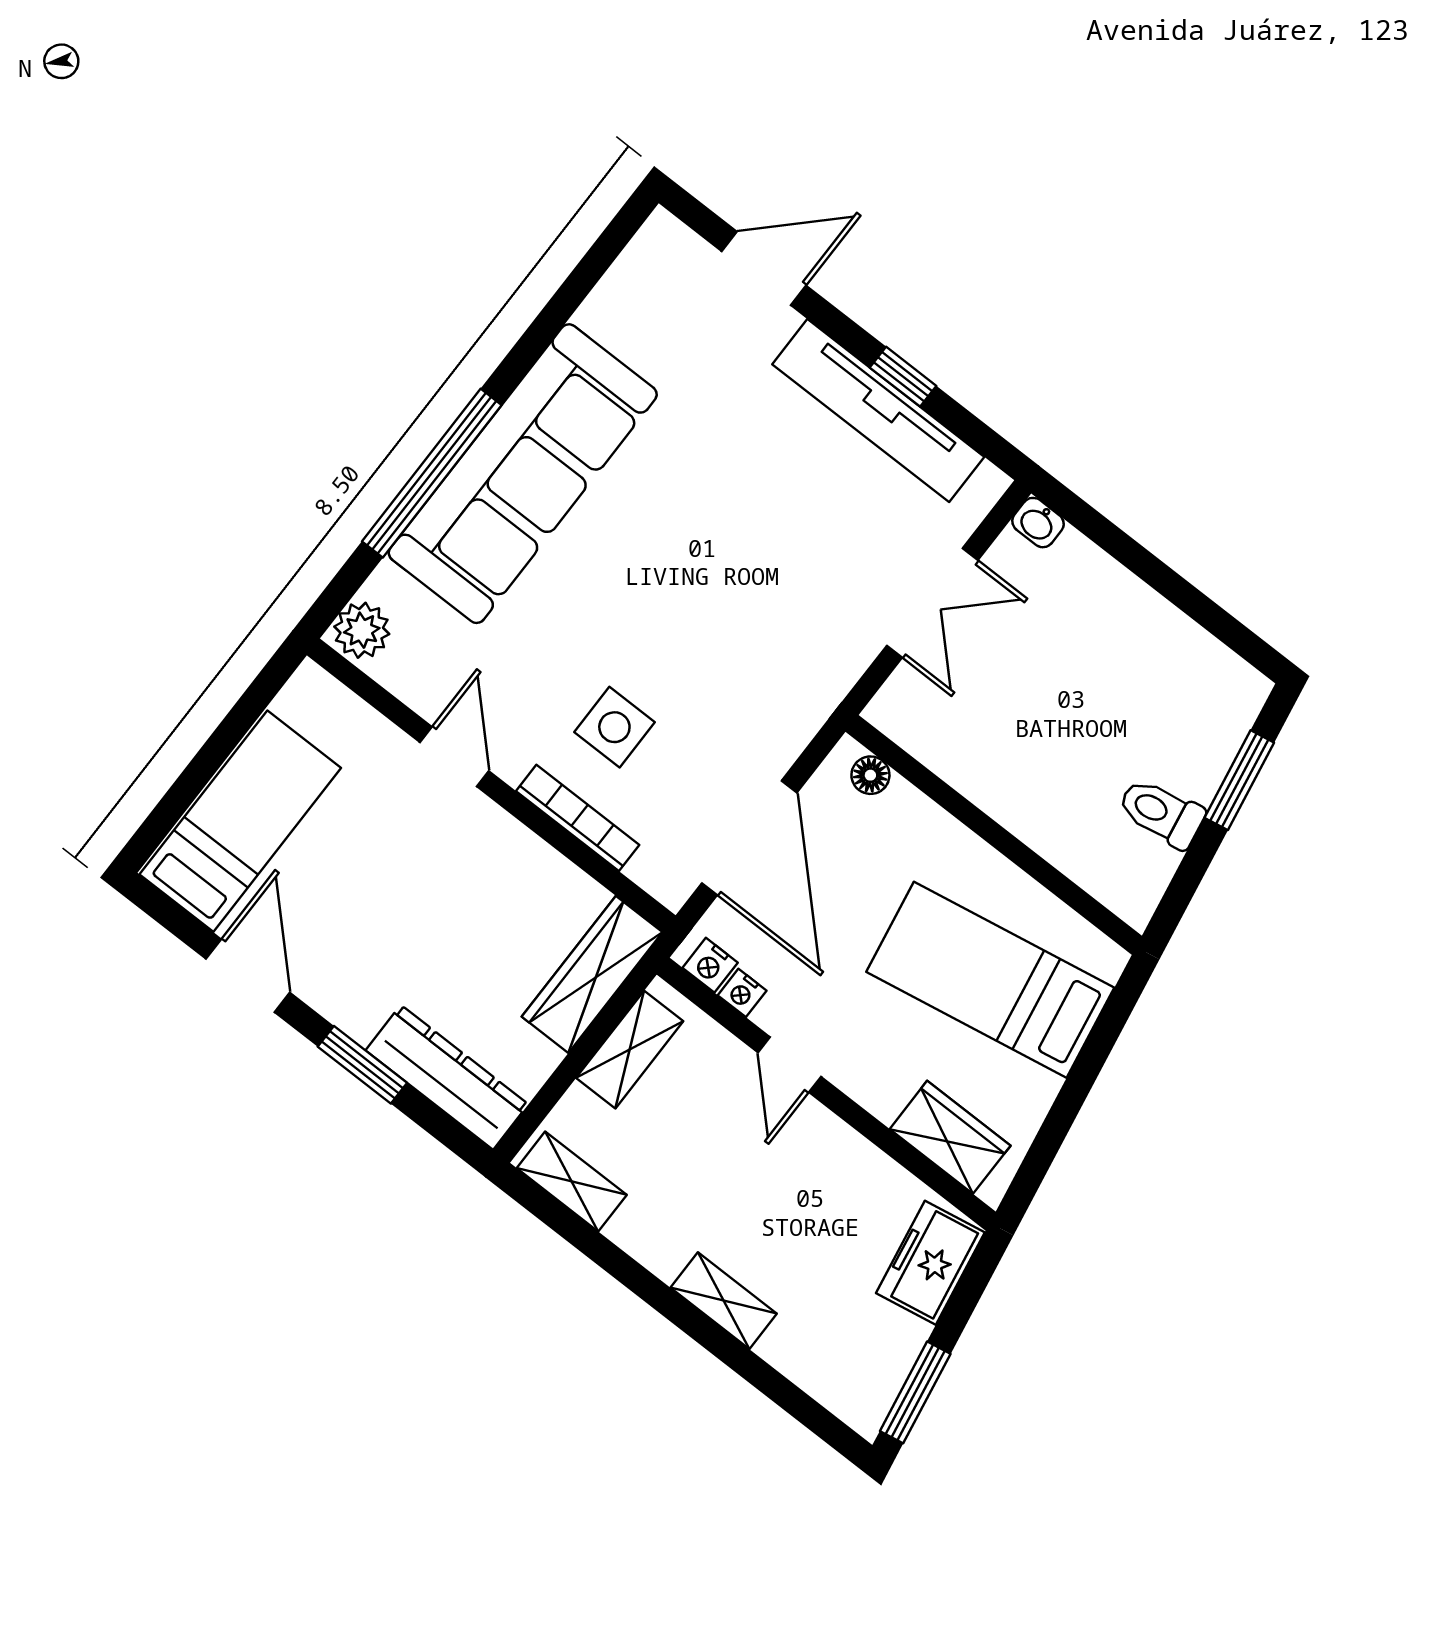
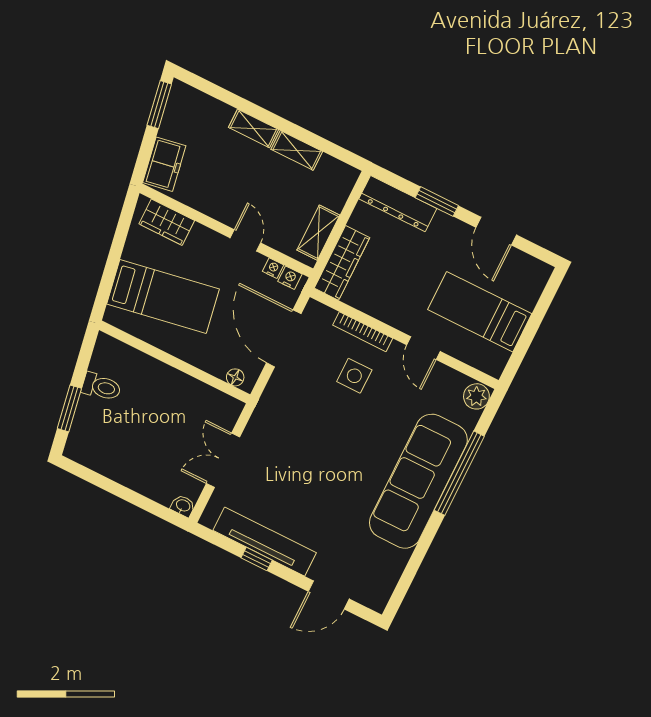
bed: (240, 821) -> (480, 312), moved, turned 90
shelving: (572, 1181) -> (297, 150), moved

